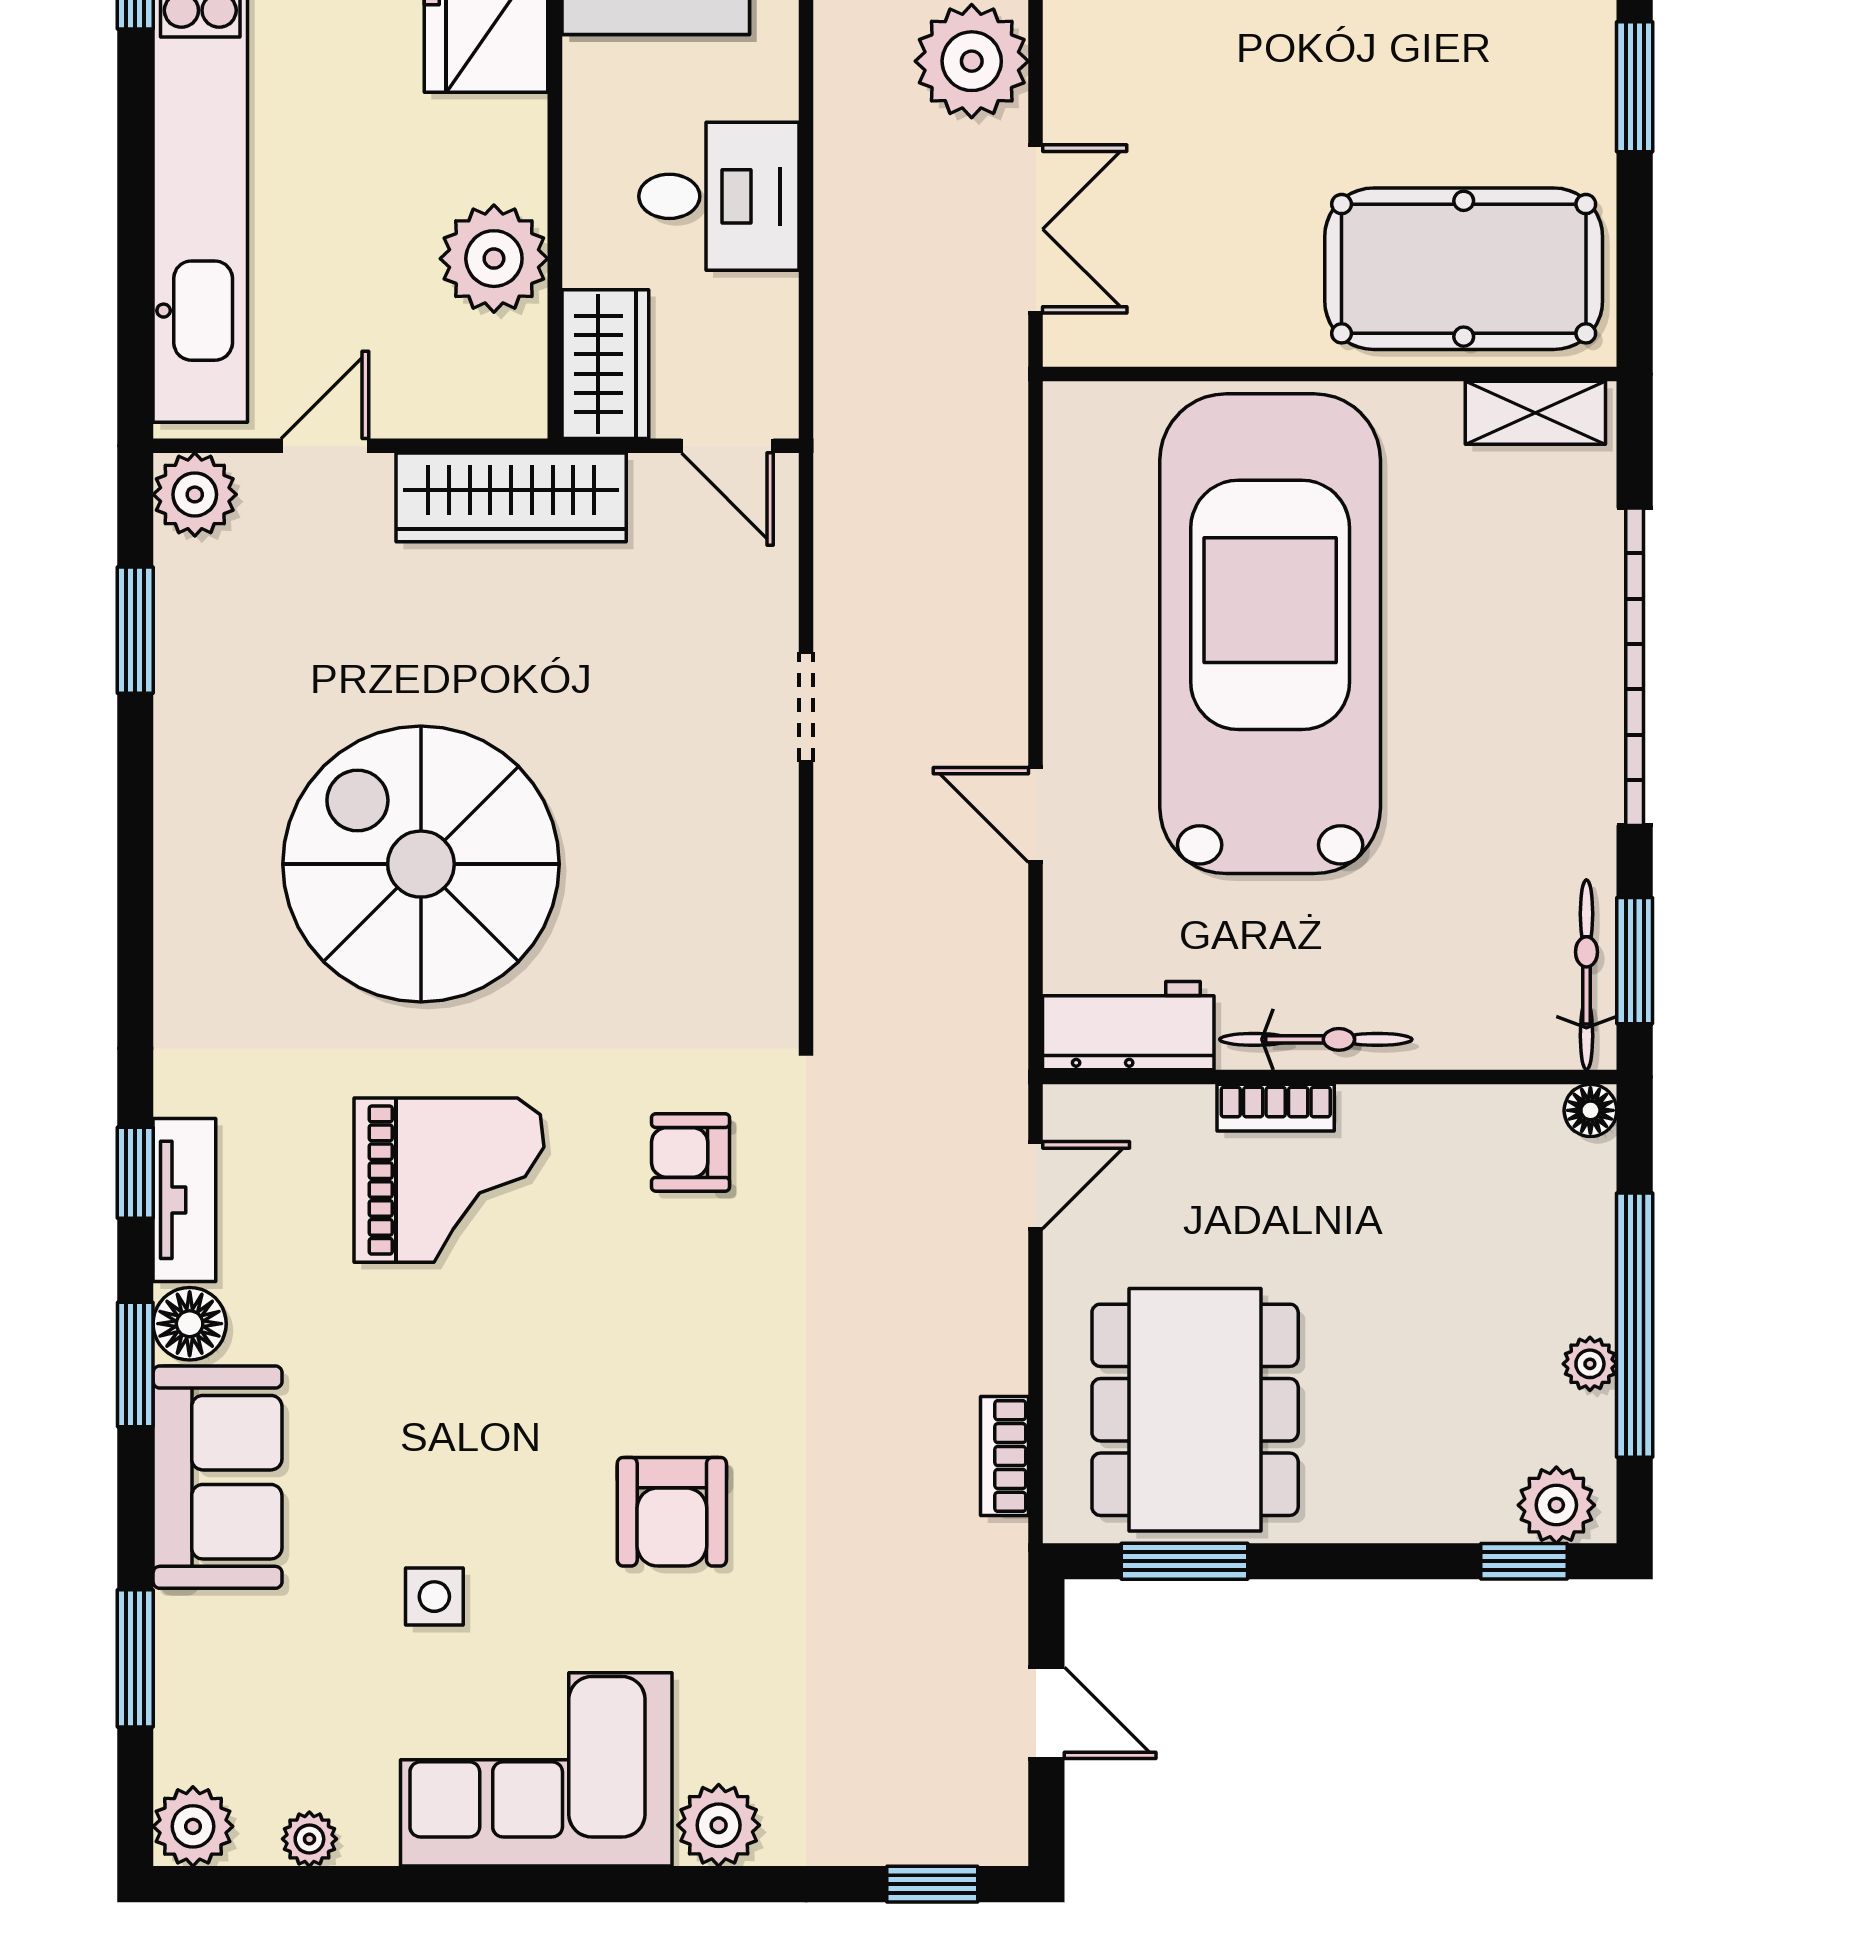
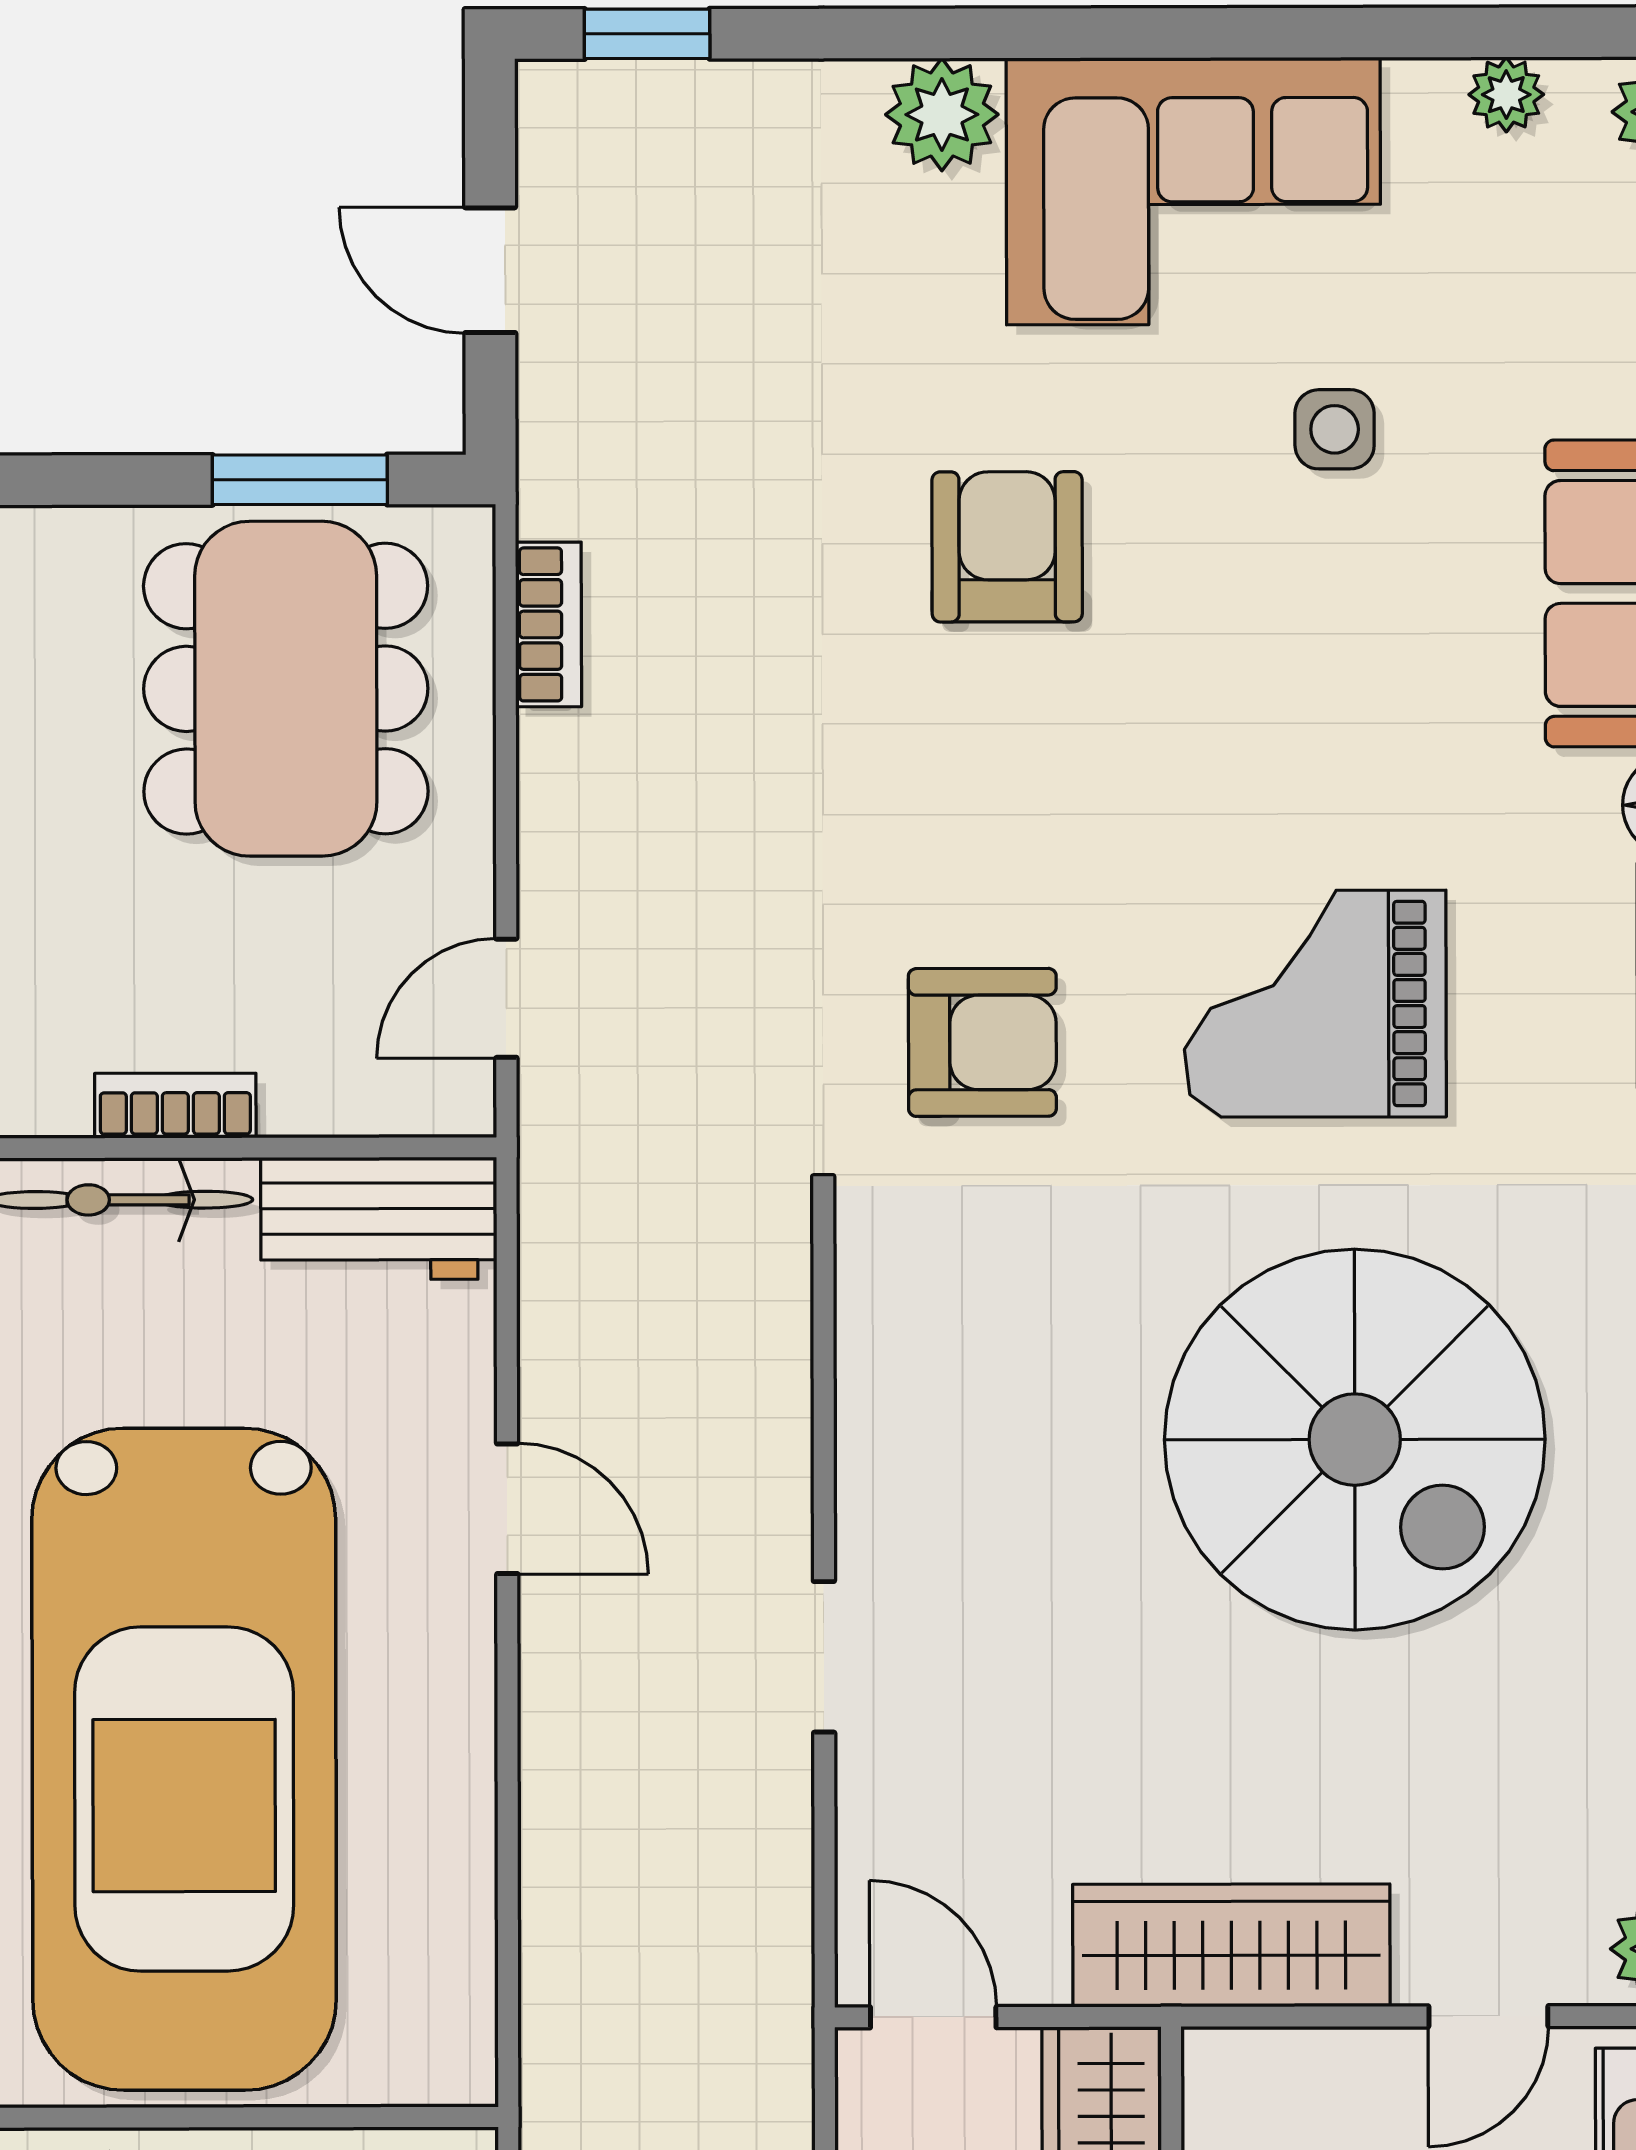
armchair: (690, 1152) -> (982, 1042), width x1.38, depth x1.38

